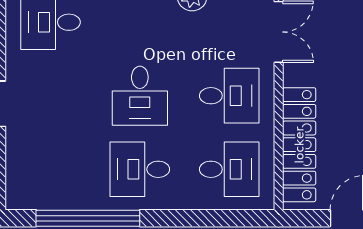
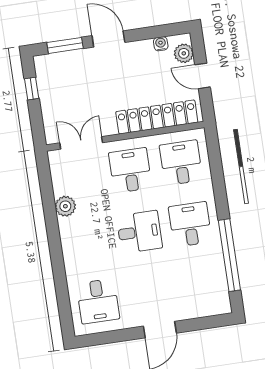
desk: (140, 169) -> (190, 224), turned 180

